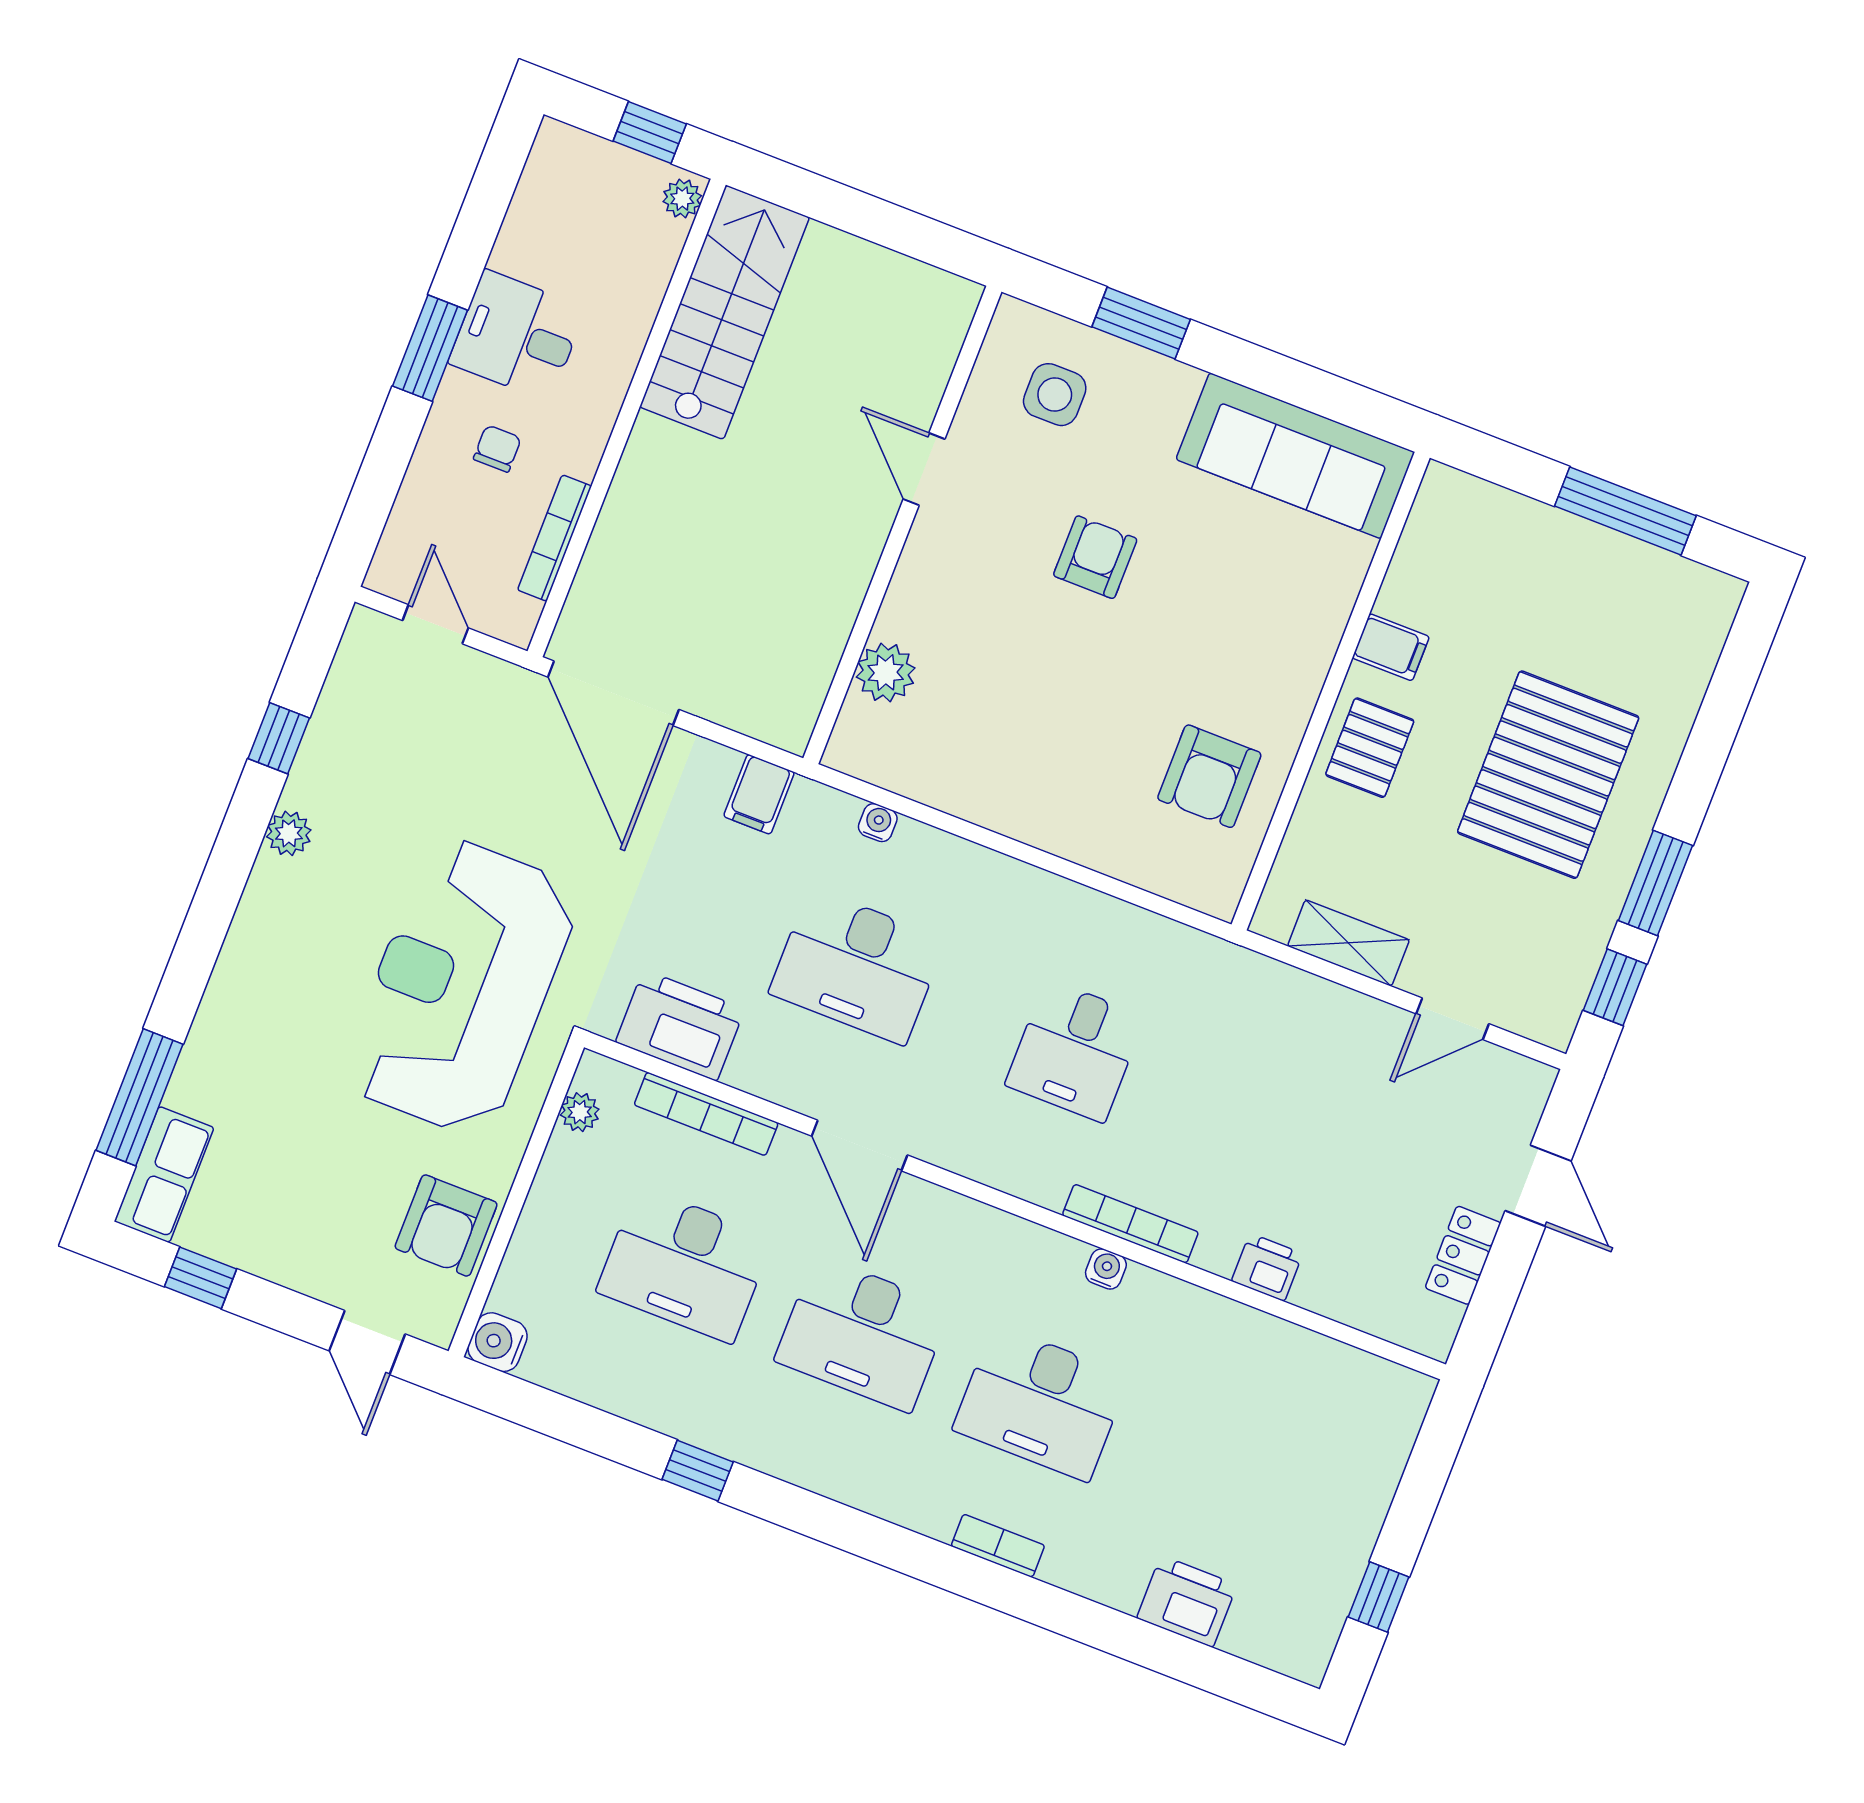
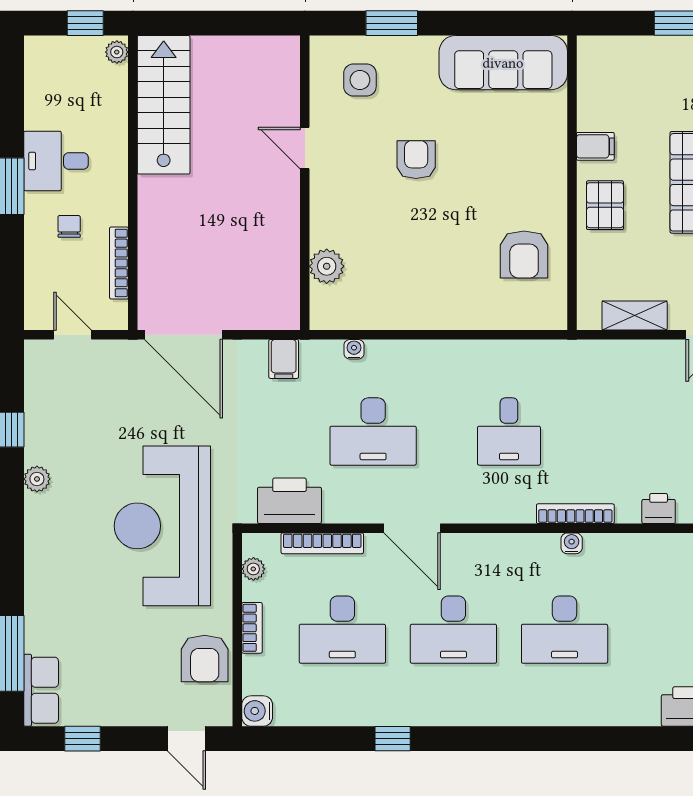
bookcase: (998, 1546) -> (252, 628), moved, turned 90

